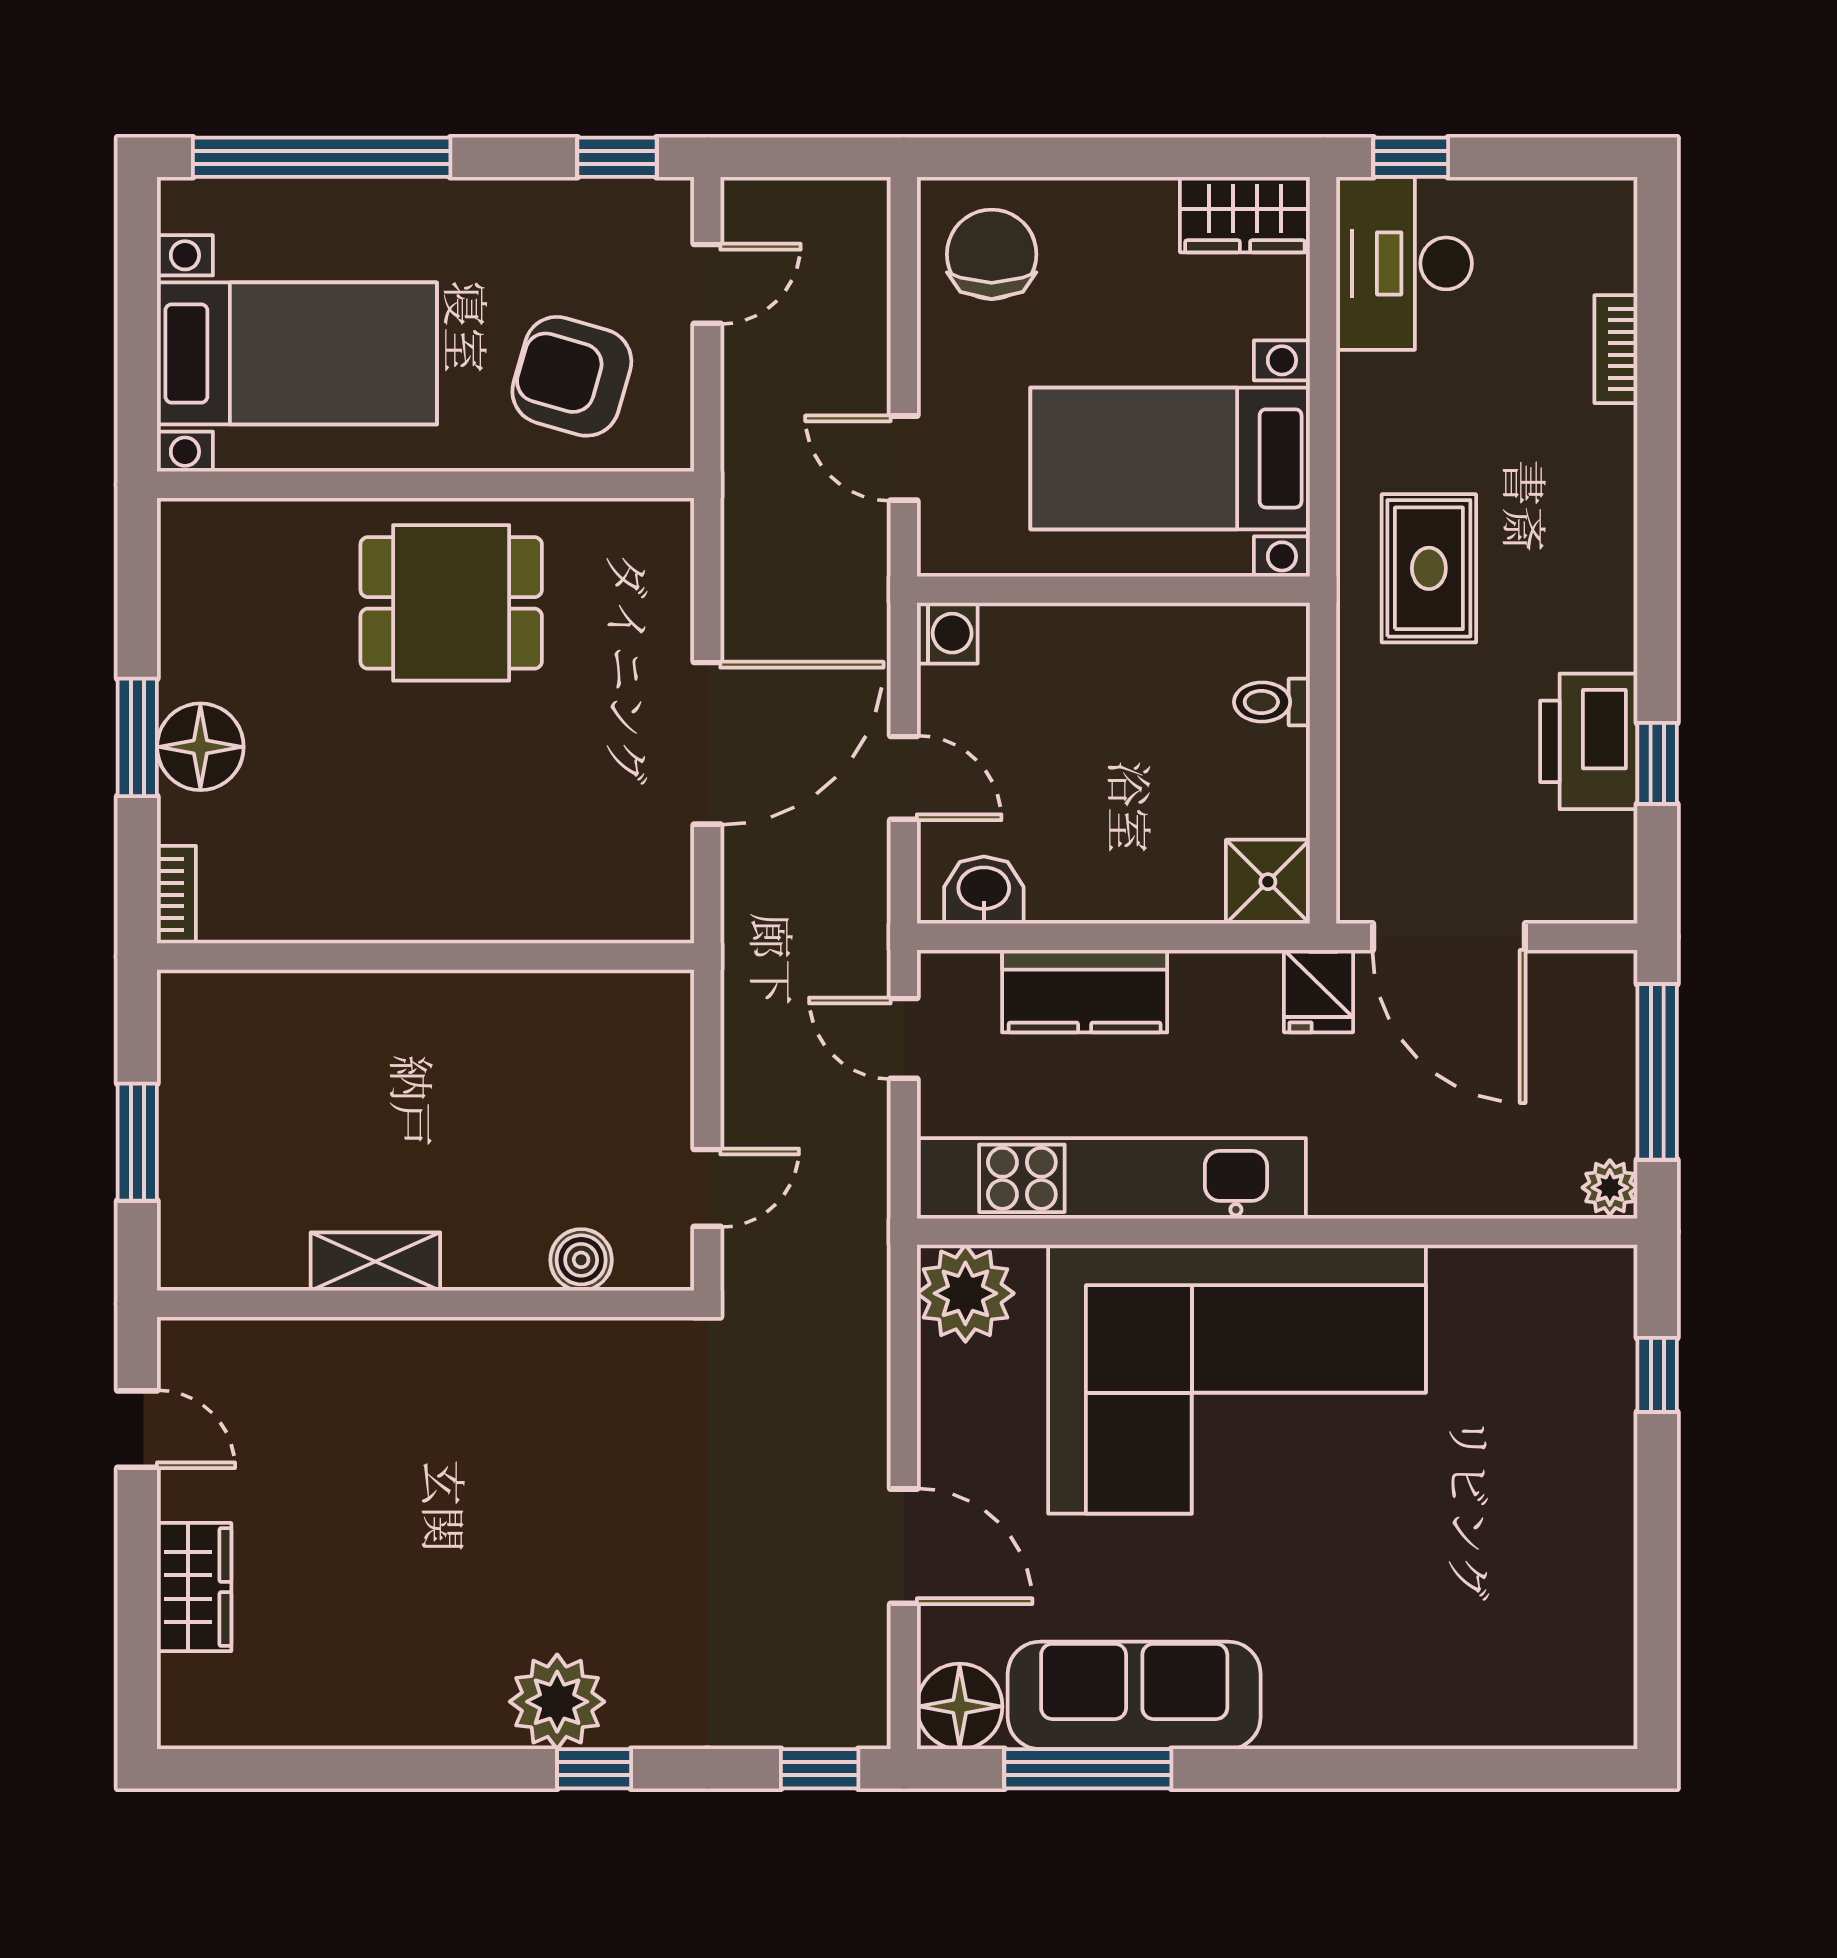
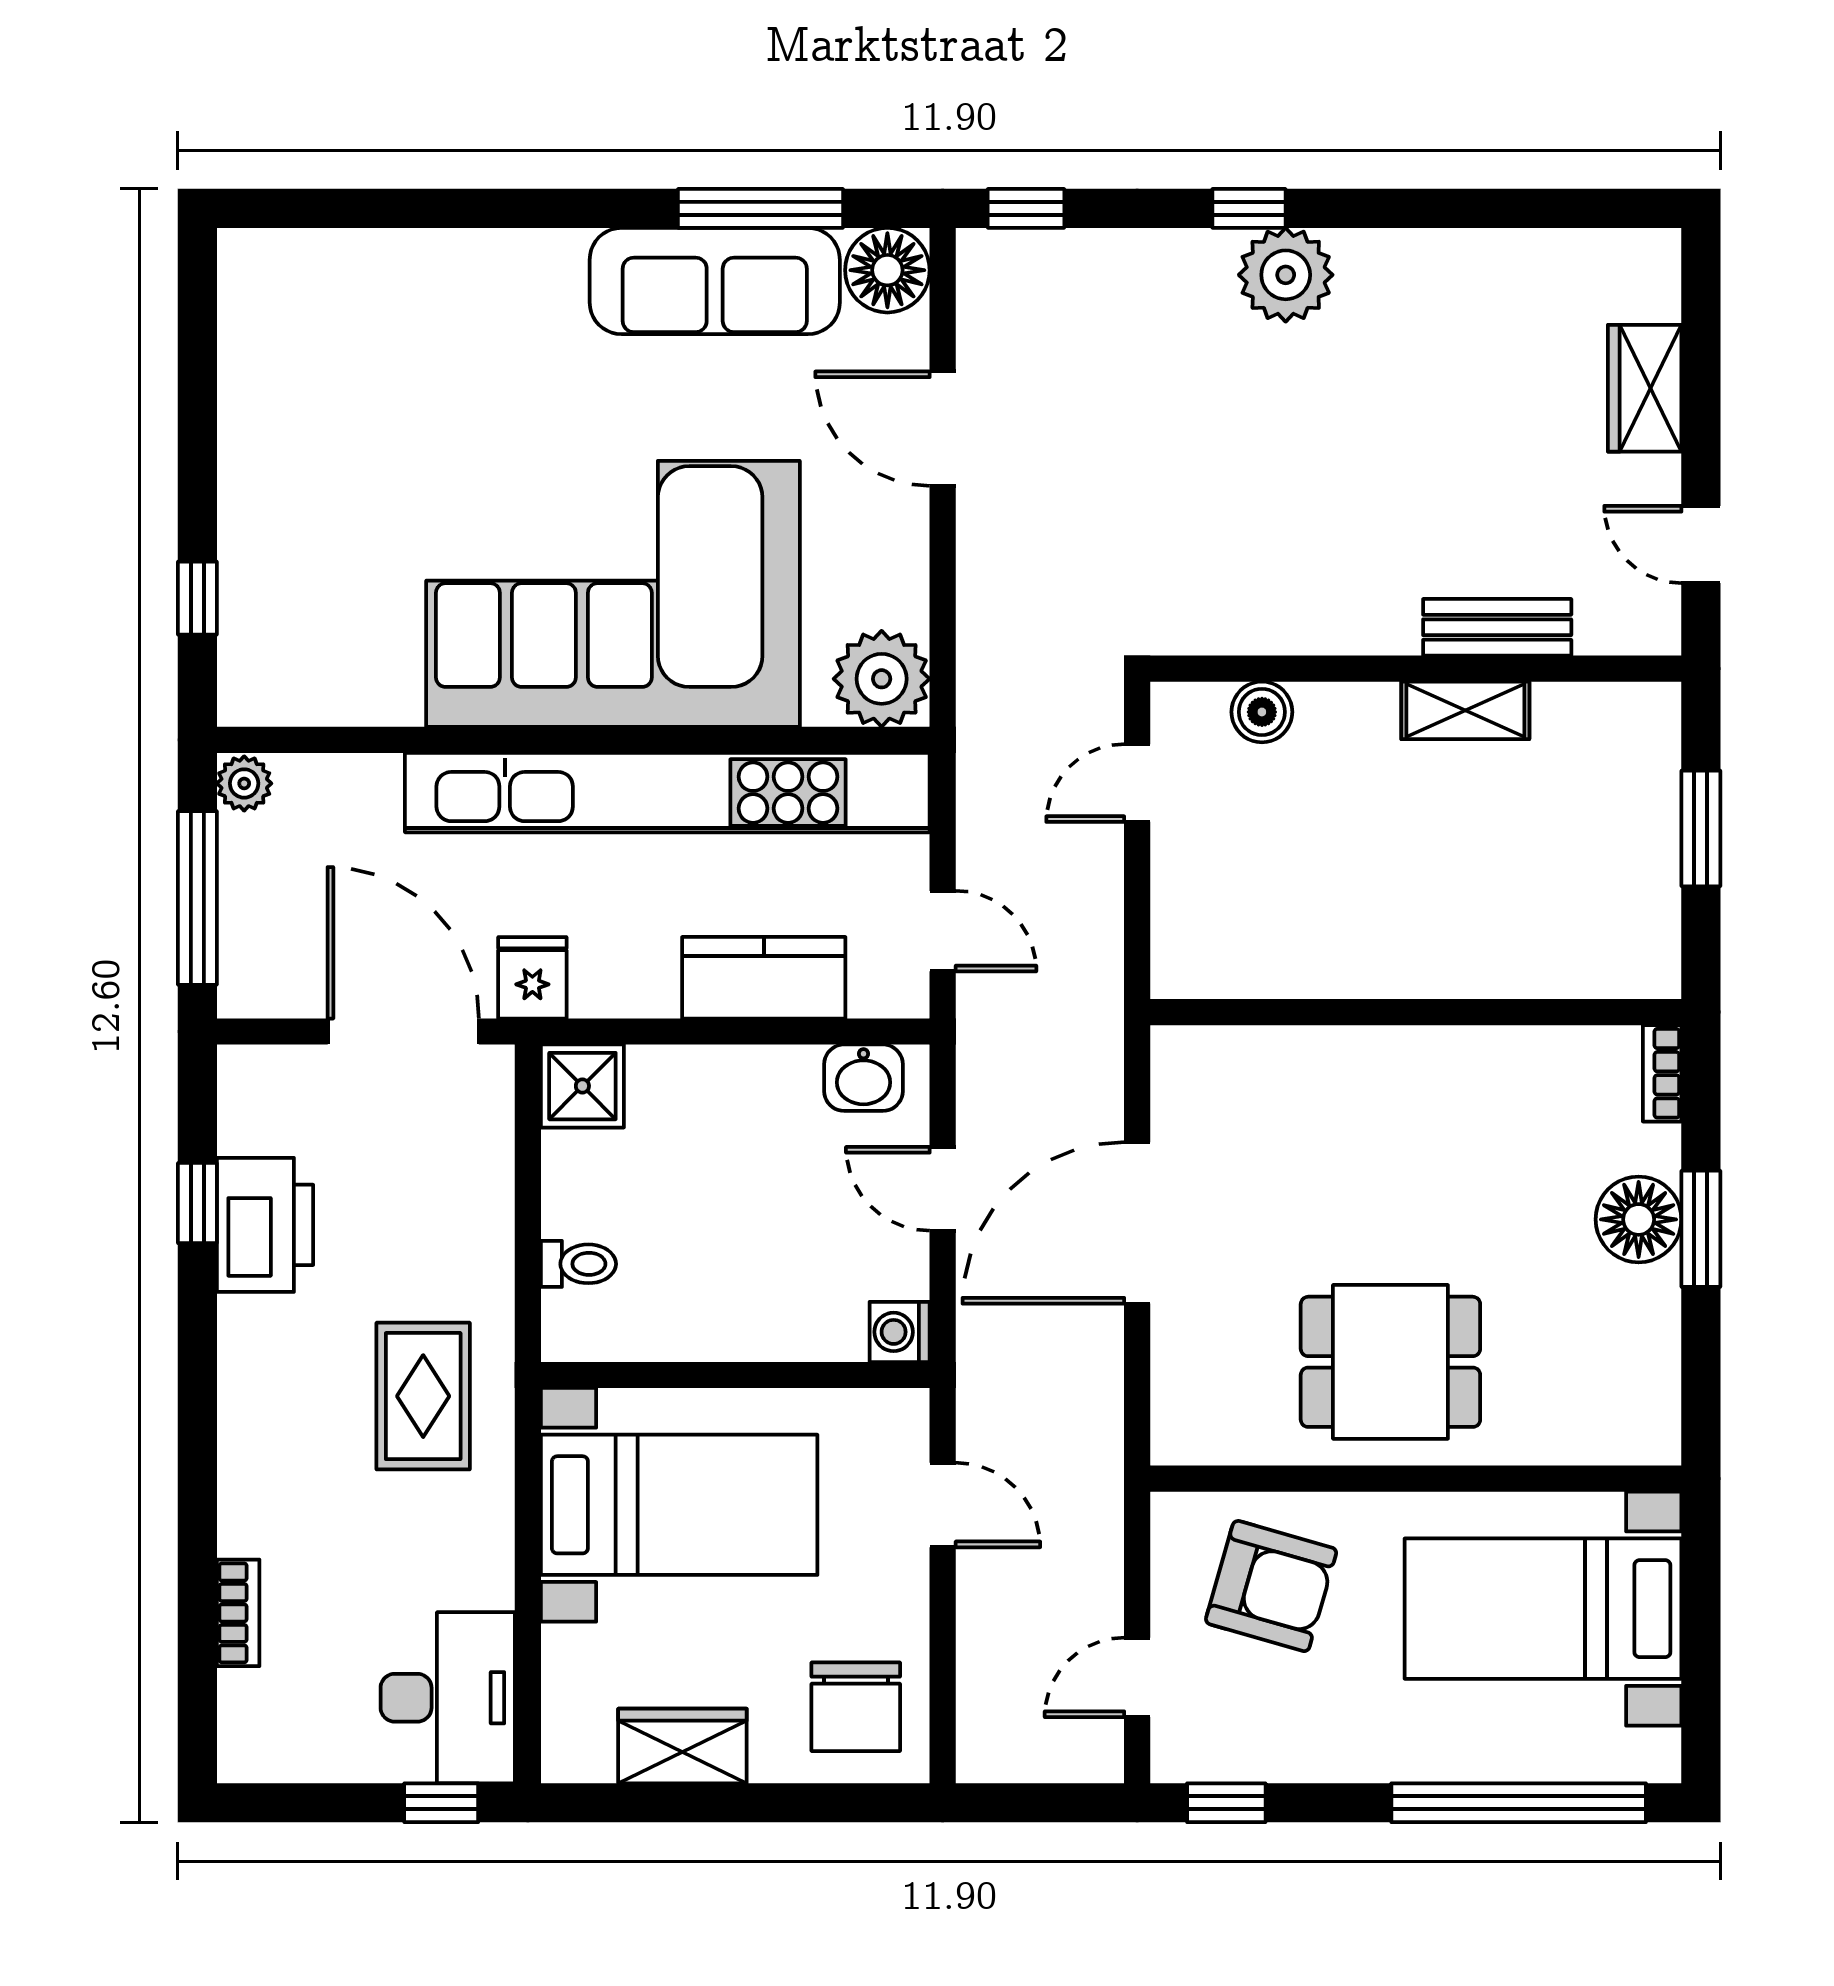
wardrobe: (1245, 215) -> (682, 1746), moved
kitchen unit: (1111, 1178) -> (667, 793), width x1.36
bench: (343, 1345) -> (1497, 627), added

